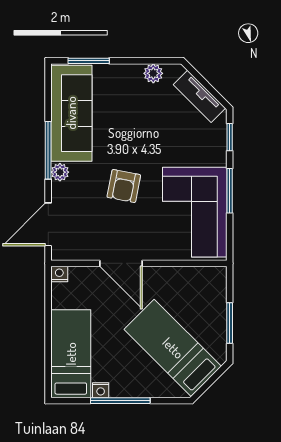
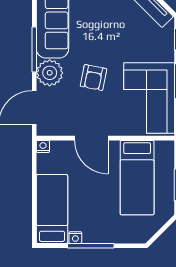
plant: (60, 172) -> (50, 73), width x1.88, depth x1.88
bed: (173, 348) -> (137, 178), moved, turned -135

